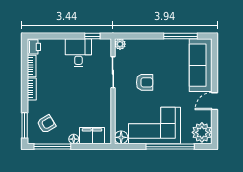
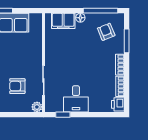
armchair: (145, 82) -> (17, 86), moved
armchair: (46, 124) -> (106, 32), turned 99
window: (25, 125) -> (127, 41), moved
floor lamp: (121, 137) -> (36, 19), removed

